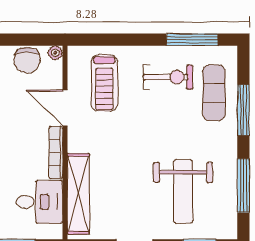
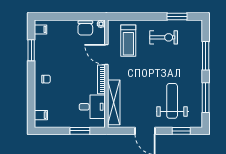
window: (192, 40) -> (177, 17), width x0.69
exercise mat: (214, 93) -> (189, 46), removed
weight bench: (183, 191) -> (172, 101), turned 180

